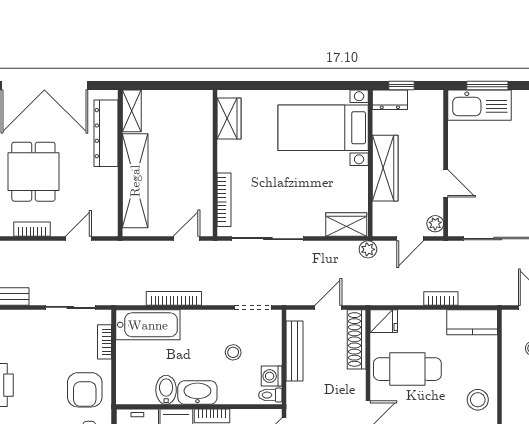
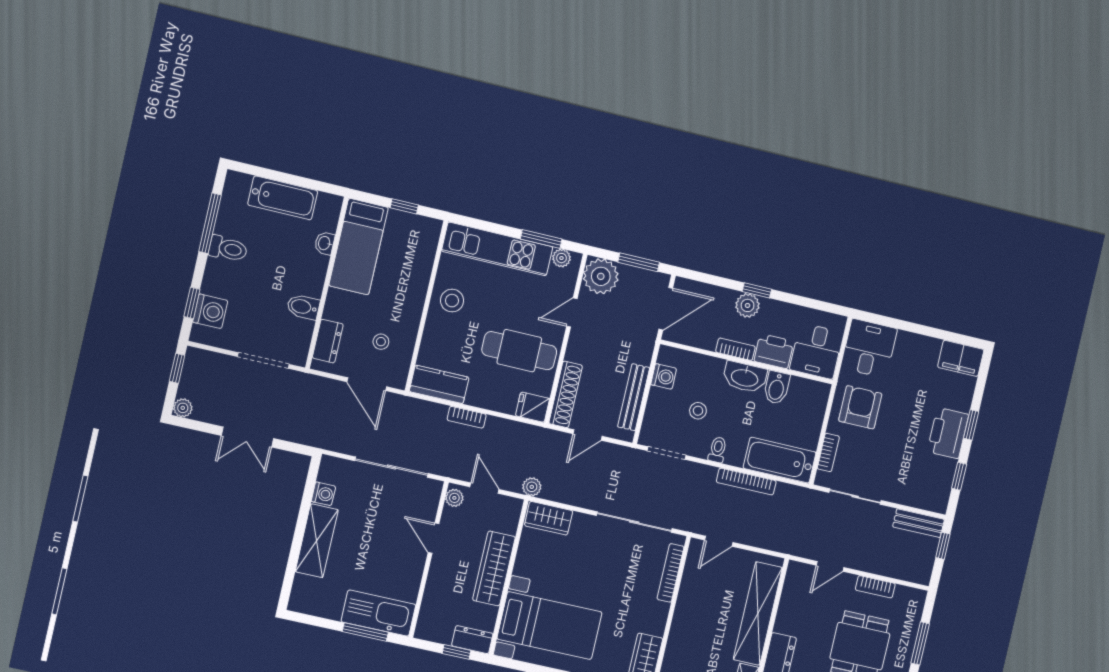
door: (410, 239) -> (484, 488), hinge flipped
toilet: (270, 395) -> (718, 450), moved, turned -90

